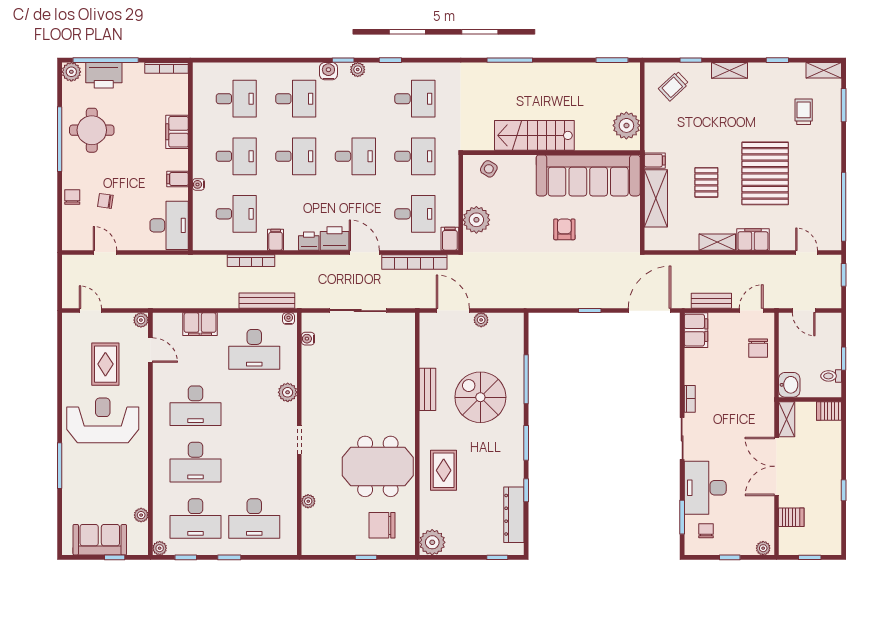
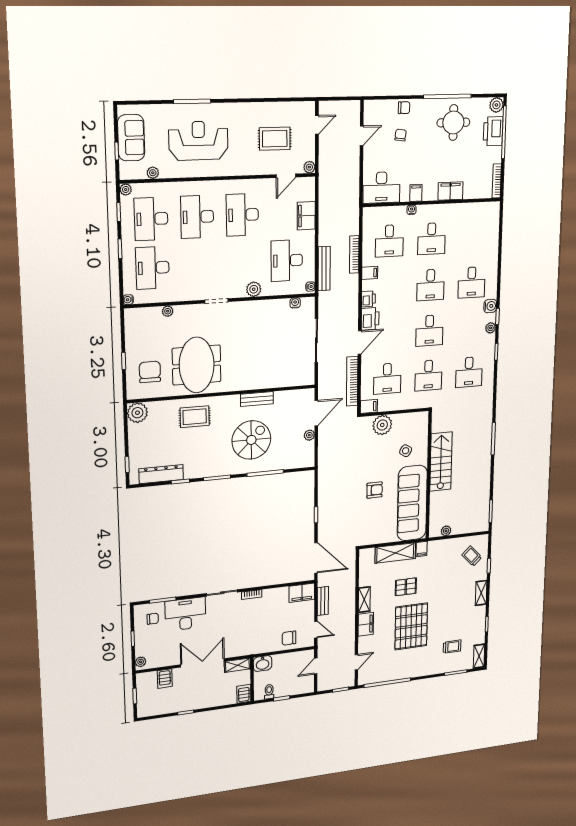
desk: (236, 99) -> (473, 237), removed
plant: (626, 125) -> (446, 531), width x0.53, depth x0.53
side table: (489, 169) -> (406, 451), moved
pallet: (765, 173) -> (411, 626), turned 90
reception desk: (103, 420) -> (198, 141), moved, turned -90
water cooler: (291, 549) -> (128, 300), added

